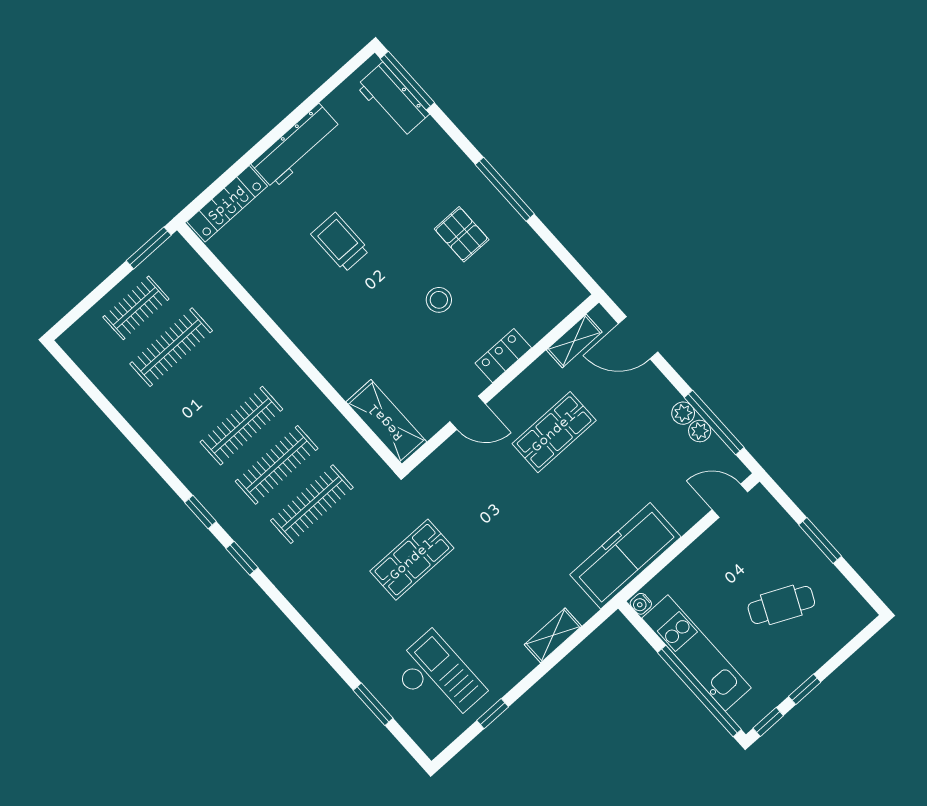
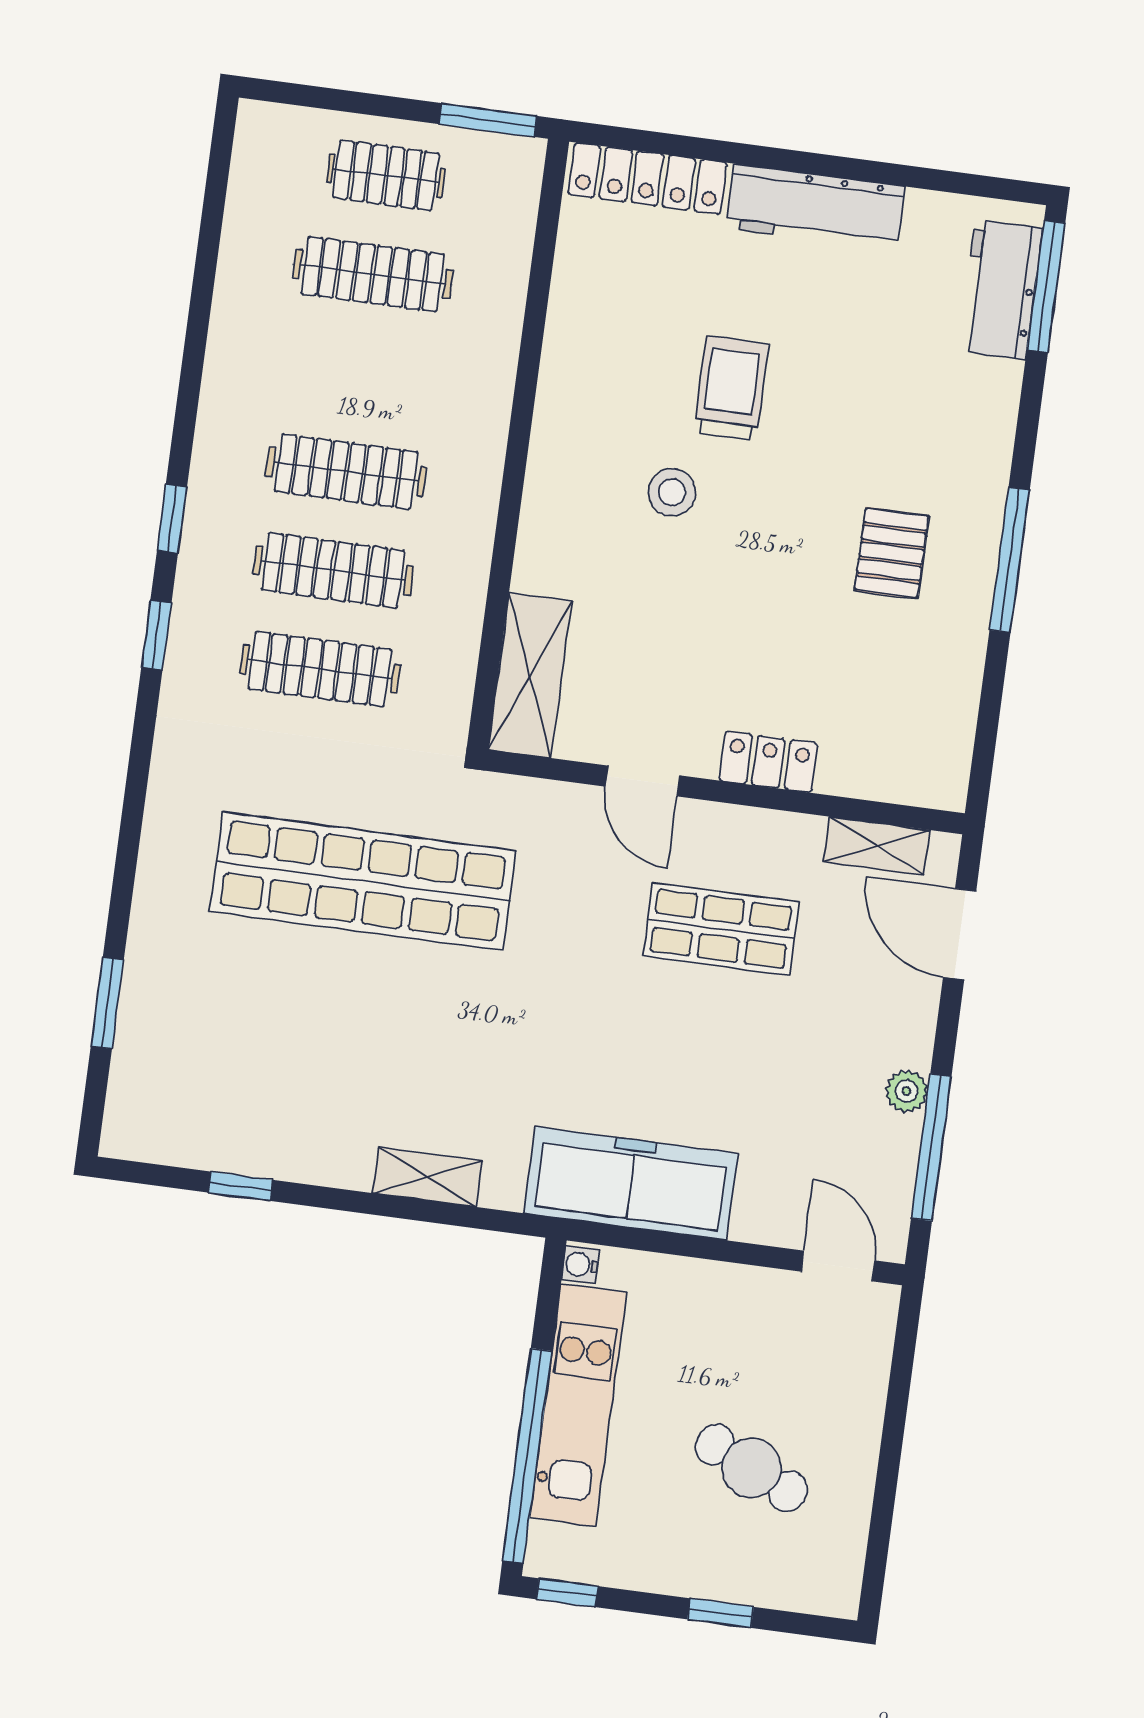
stool: (439, 300) -> (672, 492), moved
plant: (700, 431) -> (901, 1137), removed
window: (820, 541) -> (892, 1444), removed
shop shelf: (412, 560) -> (363, 881), width x2.00, depth x1.36
checkout: (438, 679) -> (224, 1065), removed
window: (805, 689) -> (721, 1613), moved

